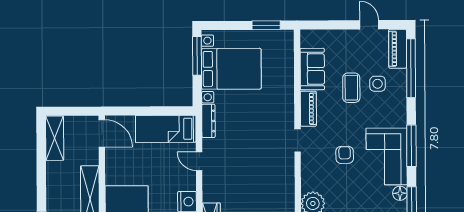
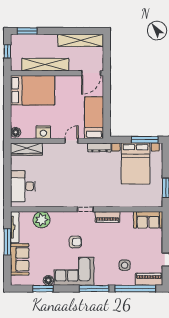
sofa: (312, 69) -> (148, 220), moved
coffee table: (351, 88) -> (122, 247), removed
shelving: (55, 138) -> (81, 40), width x1.47
window: (411, 146) -> (94, 289), moved

